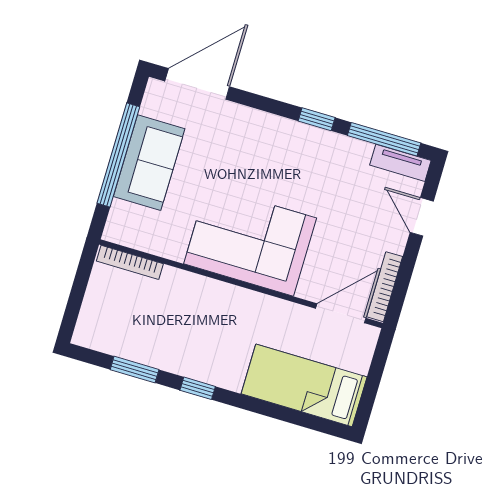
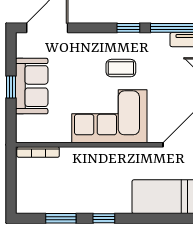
window: (118, 155) -> (11, 87), width x0.32
coffee table: (288, 175) -> (121, 68), added

